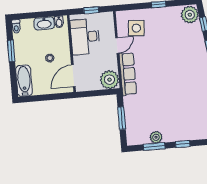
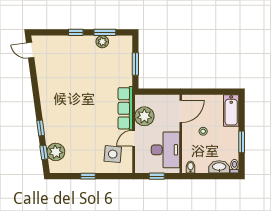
plant: (190, 15) -> (56, 152), moved
washbasin: (44, 23) -> (219, 167), moved
plant: (110, 80) -> (144, 116), moved

